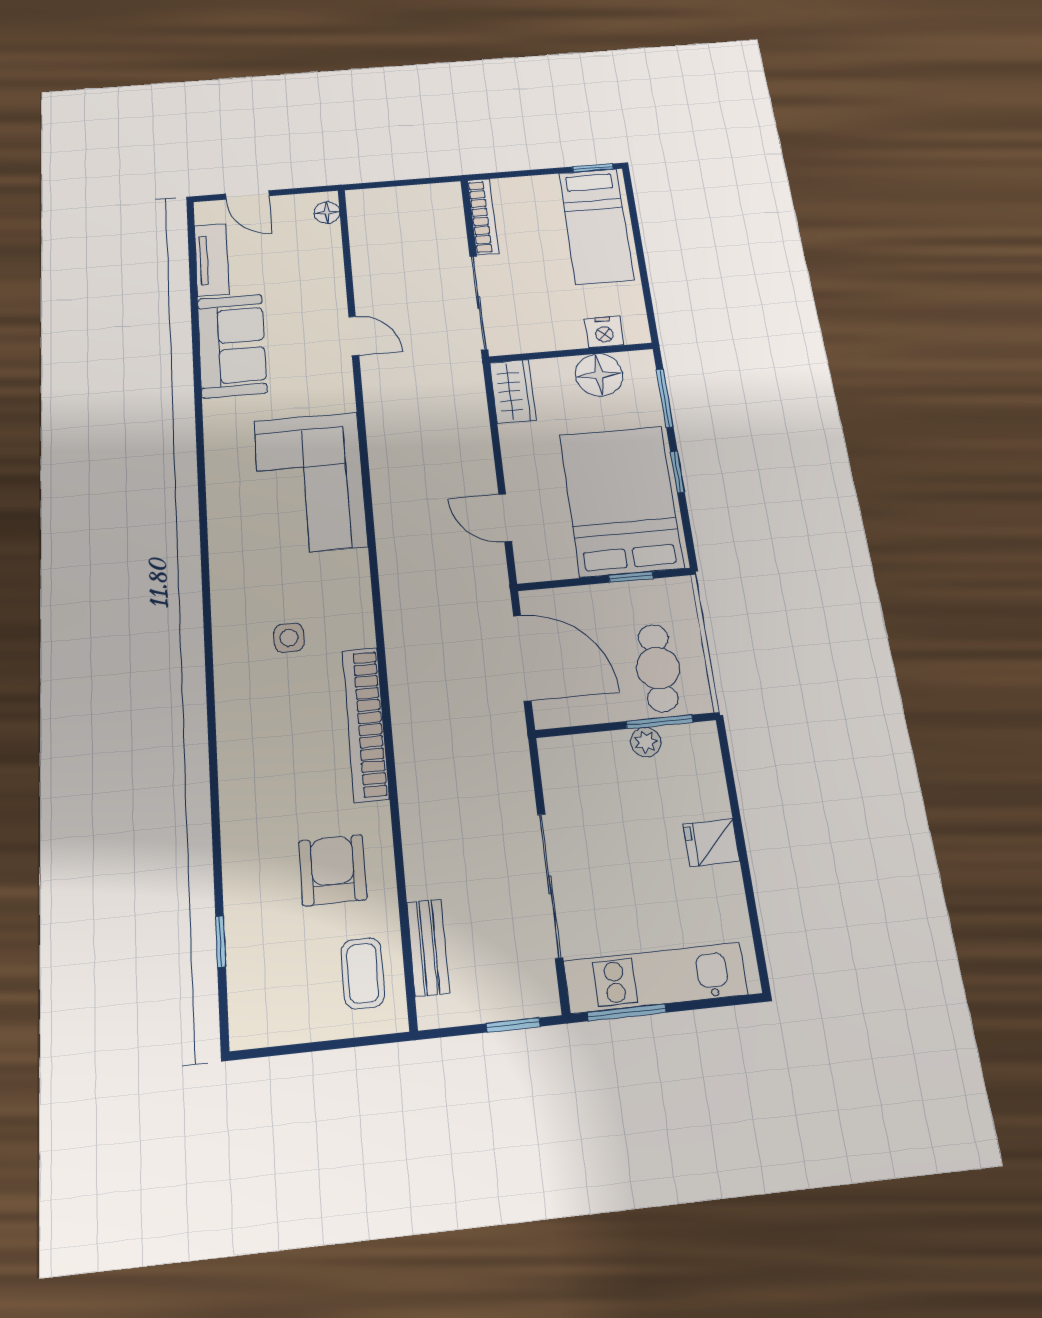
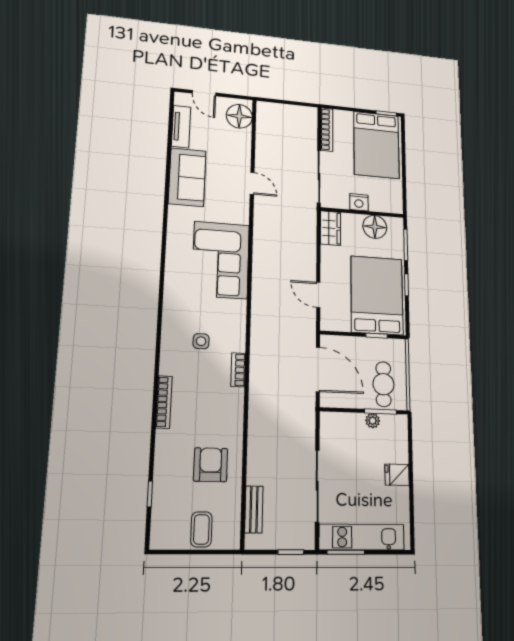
floor lamp: (327, 212) -> (239, 116), width x1.89, depth x1.89
bed: (596, 226) -> (376, 145), width x1.50
nightstand: (604, 332) -> (359, 202), moved
bookcase: (366, 724) -> (238, 370), width x0.43, depth x0.76
bookcase: (230, 762) -> (164, 402), added
coffee table: (363, 973) -> (201, 529), moved

